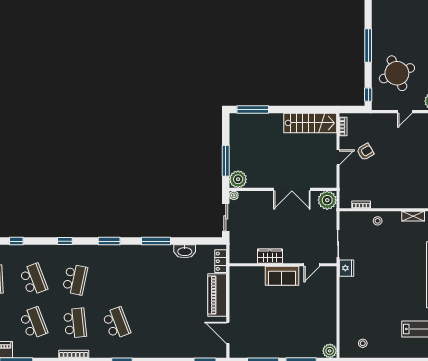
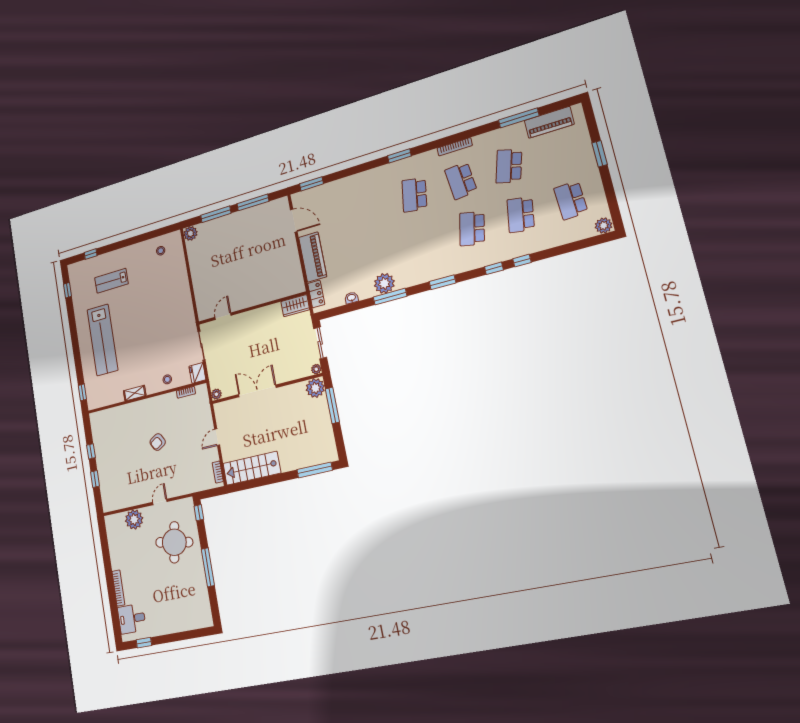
round table: (397, 73) -> (174, 542), turned 32
armchair: (365, 152) -> (158, 442), moved
plant: (327, 200) -> (216, 394), width x0.53, depth x0.53
window: (16, 241) -> (522, 261), moved
washbasin: (185, 251) -> (351, 298), width x0.52, depth x0.69
plant: (159, 254) -> (384, 283), added
wardrobe: (270, 256) -> (295, 306), moved
fridge: (347, 268) -> (197, 373), moved
sofa: (282, 276) -> (251, 296), removed
school desk: (34, 279) -> (521, 215), turned 30
school desk: (34, 323) -> (509, 166), turned 36
school desk: (116, 323) -> (414, 195), turned 30

